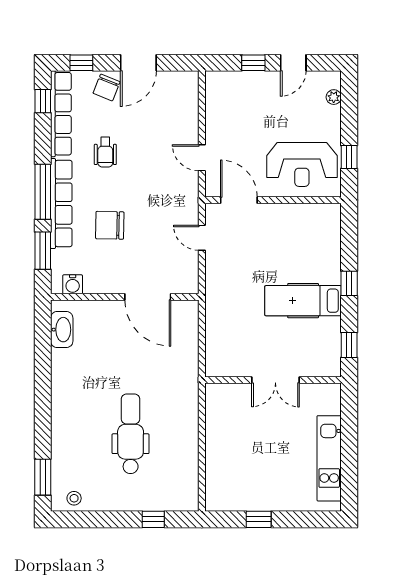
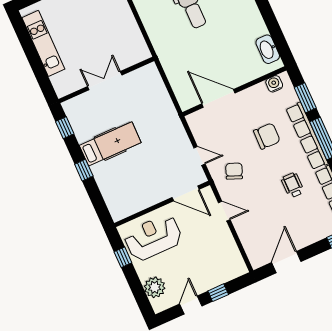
door: (138, 63) -> (286, 262), moved
chair: (107, 87) -> (234, 171), moved
plant: (334, 97) -> (155, 287), width x1.88, depth x1.88

